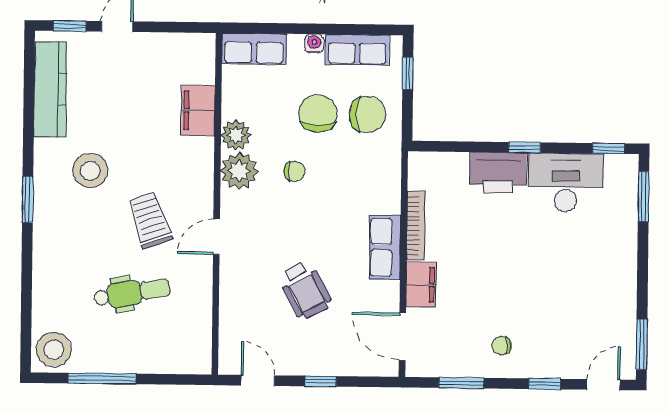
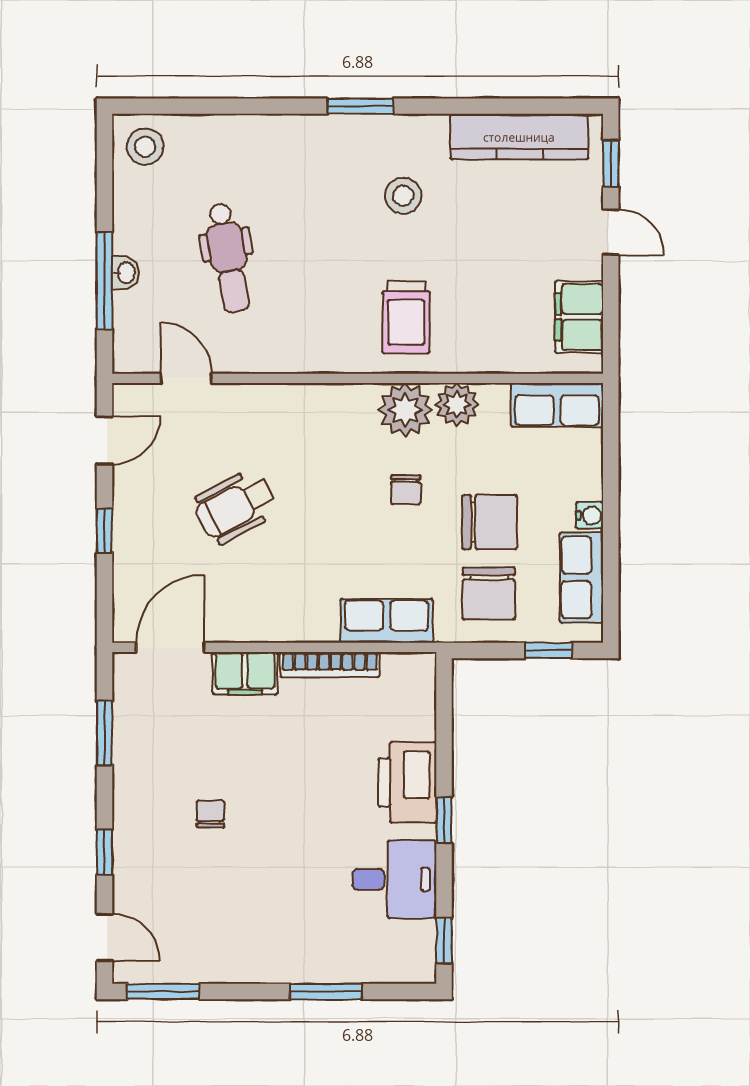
row of seats: (254, 49) -> (557, 405), moved, turned -90
filing cabinet: (198, 110) -> (579, 317), moved, turned -90
stool: (90, 171) -> (403, 196), width x0.73, depth x0.73
desk: (566, 182) -> (394, 879), width x0.73
window: (644, 197) -> (326, 992), moved
trolley: (150, 220) -> (406, 317), moved, turned 109
door: (216, 237) -> (186, 378), moved
row of seats: (385, 247) -> (387, 621), moved
chair: (502, 346) -> (210, 814), moved
stool: (54, 350) -> (145, 147), width x0.73, depth x0.73
washbasin: (142, 364) -> (125, 273), added
window: (102, 379) -> (104, 281), moved

